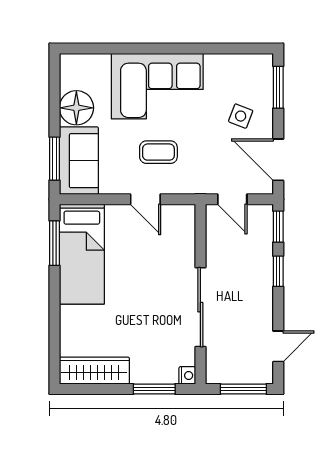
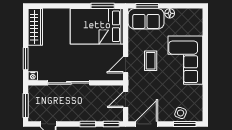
floor lamp: (76, 108) -> (170, 13), width x0.53, depth x0.53
side table: (241, 116) -> (181, 113), moved
door: (145, 199) -> (126, 65), moved
bed: (82, 254) -> (97, 26), width x1.50

